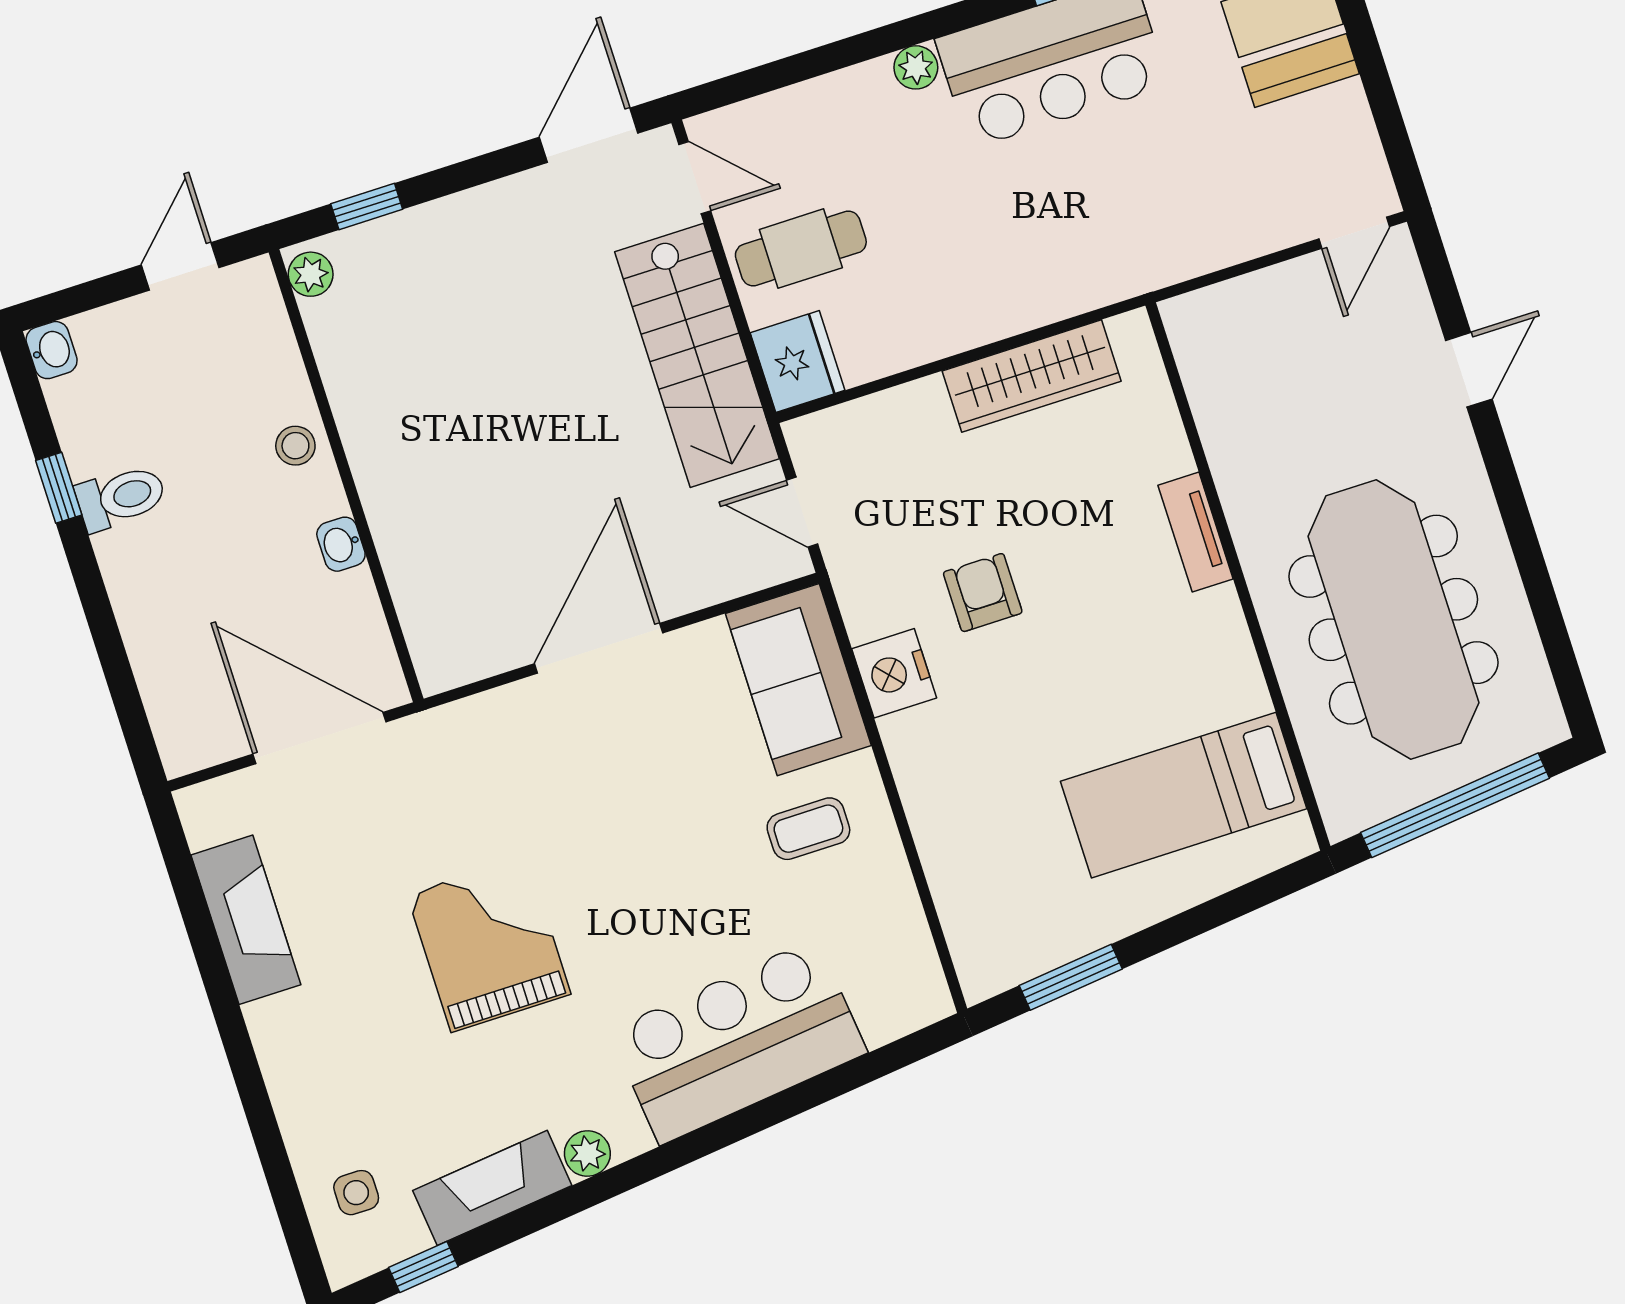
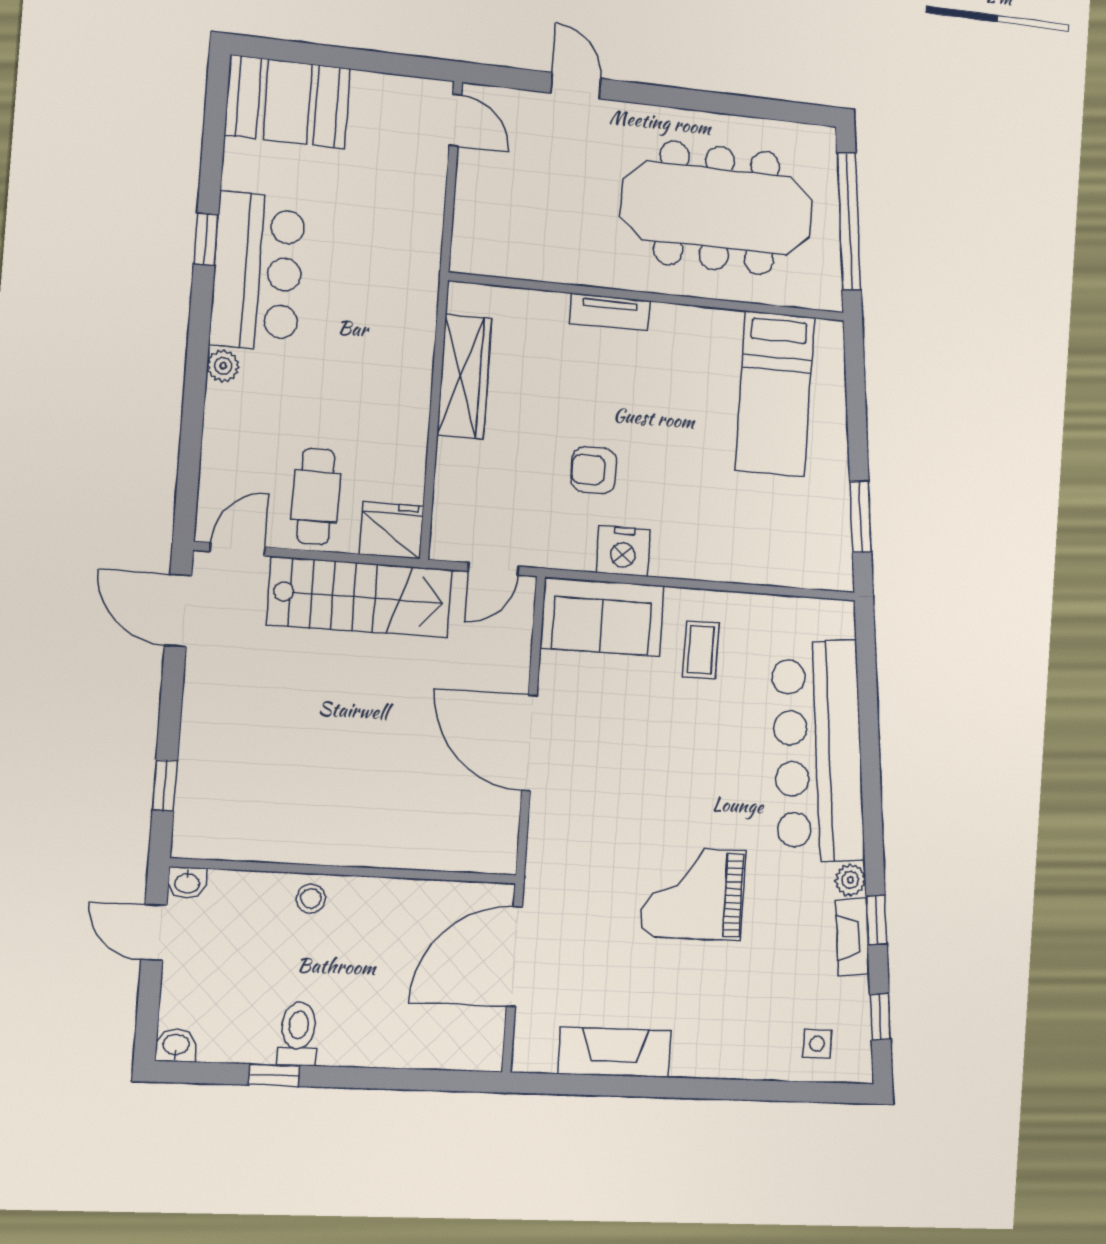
plant: (311, 274) -> (196, 843), removed
washbasin: (341, 544) -> (187, 883), moved
bar counter: (738, 1042) -> (818, 752), width x1.36
fireplace: (492, 1188) -> (853, 937), width x0.73, depth x0.76
window: (549, 1211) -> (876, 920), added

